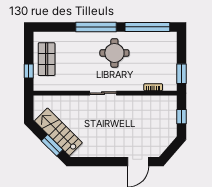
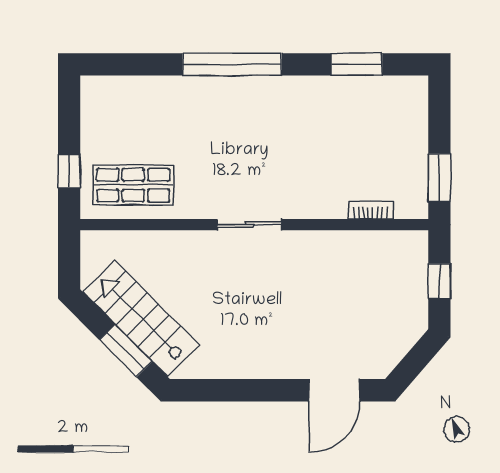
window: (147, 27) -> (357, 64), width x0.47
round table: (114, 53) -> (277, 127), removed
shop shelf: (47, 59) -> (133, 185), moved, turned 90

